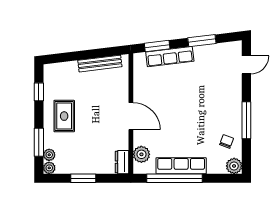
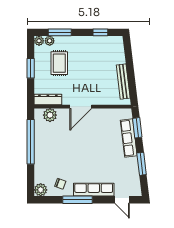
rug: (64, 116) -> (59, 63), moved, turned 90
dresser: (122, 162) -> (48, 99), width x1.44
row of seats: (181, 166) -> (94, 190), moved, turned -90

